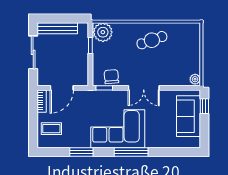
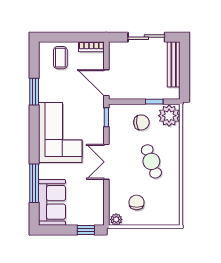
cafe table: (152, 40) -> (151, 161), moved
chair: (180, 61) -> (137, 202), added
chair: (111, 77) -> (141, 122), moved
door: (62, 88) -> (106, 83), moved
sofa: (188, 116) -> (52, 202), moved, turned 90
window: (131, 152) -> (34, 183), moved

